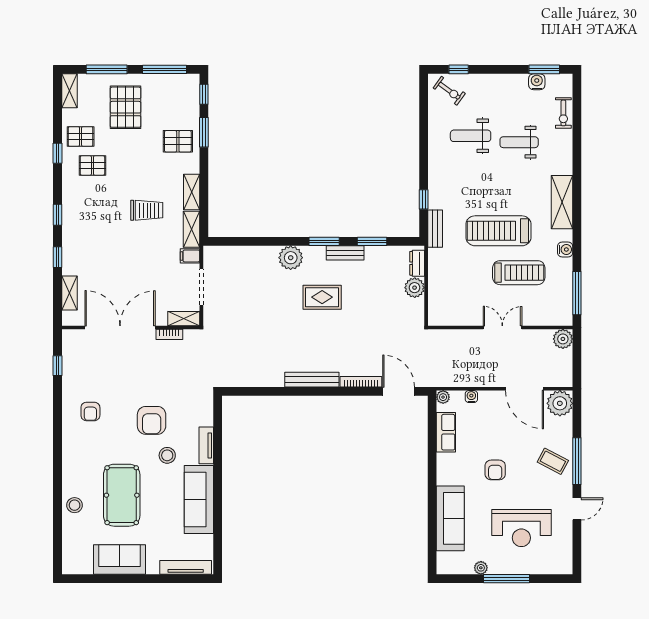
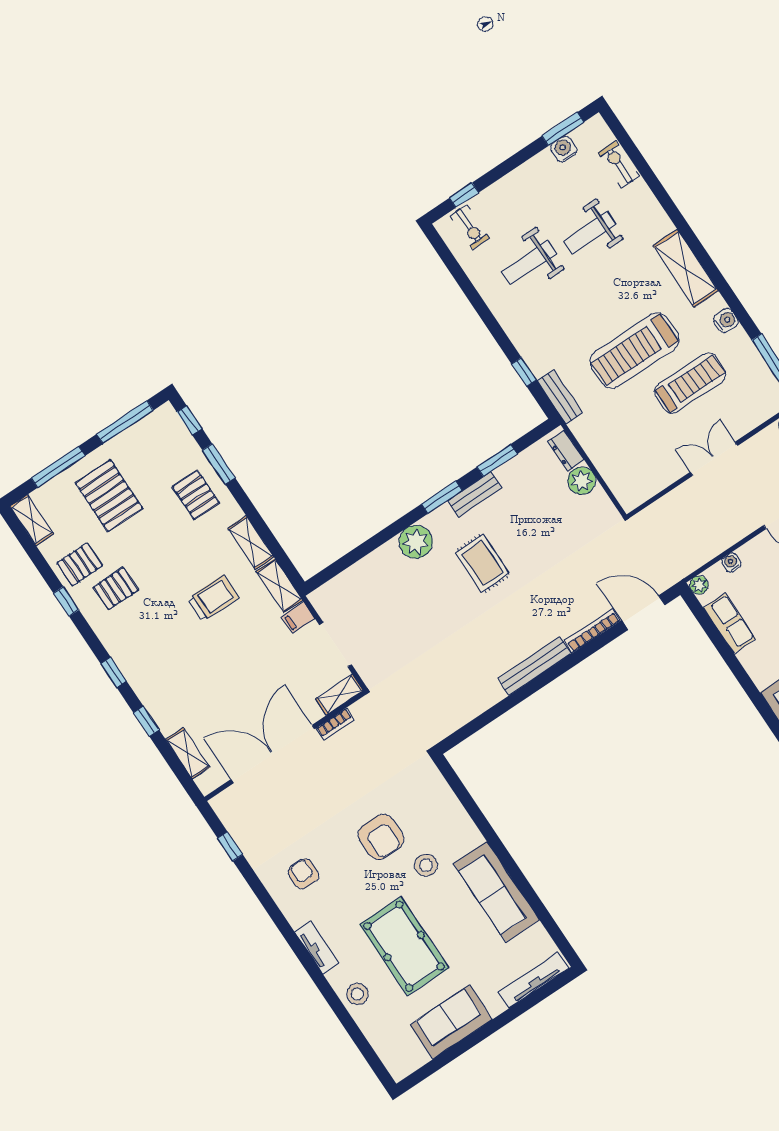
exercise bike: (449, 91) -> (470, 227), turned 54
exercise bike: (563, 113) -> (618, 164), turned 180
pallet: (178, 141) -> (196, 495), turned 90
rug: (322, 297) -> (482, 563), turned 90
armchair: (90, 411) -> (303, 874), turned 180
tv unit: (206, 445) -> (317, 947), moved, turned 180

